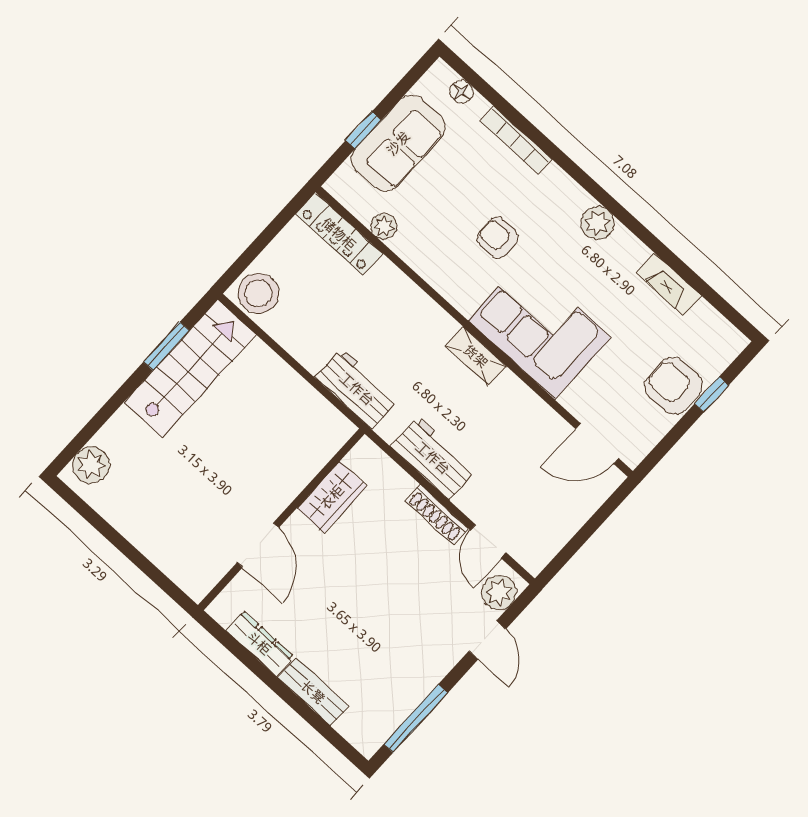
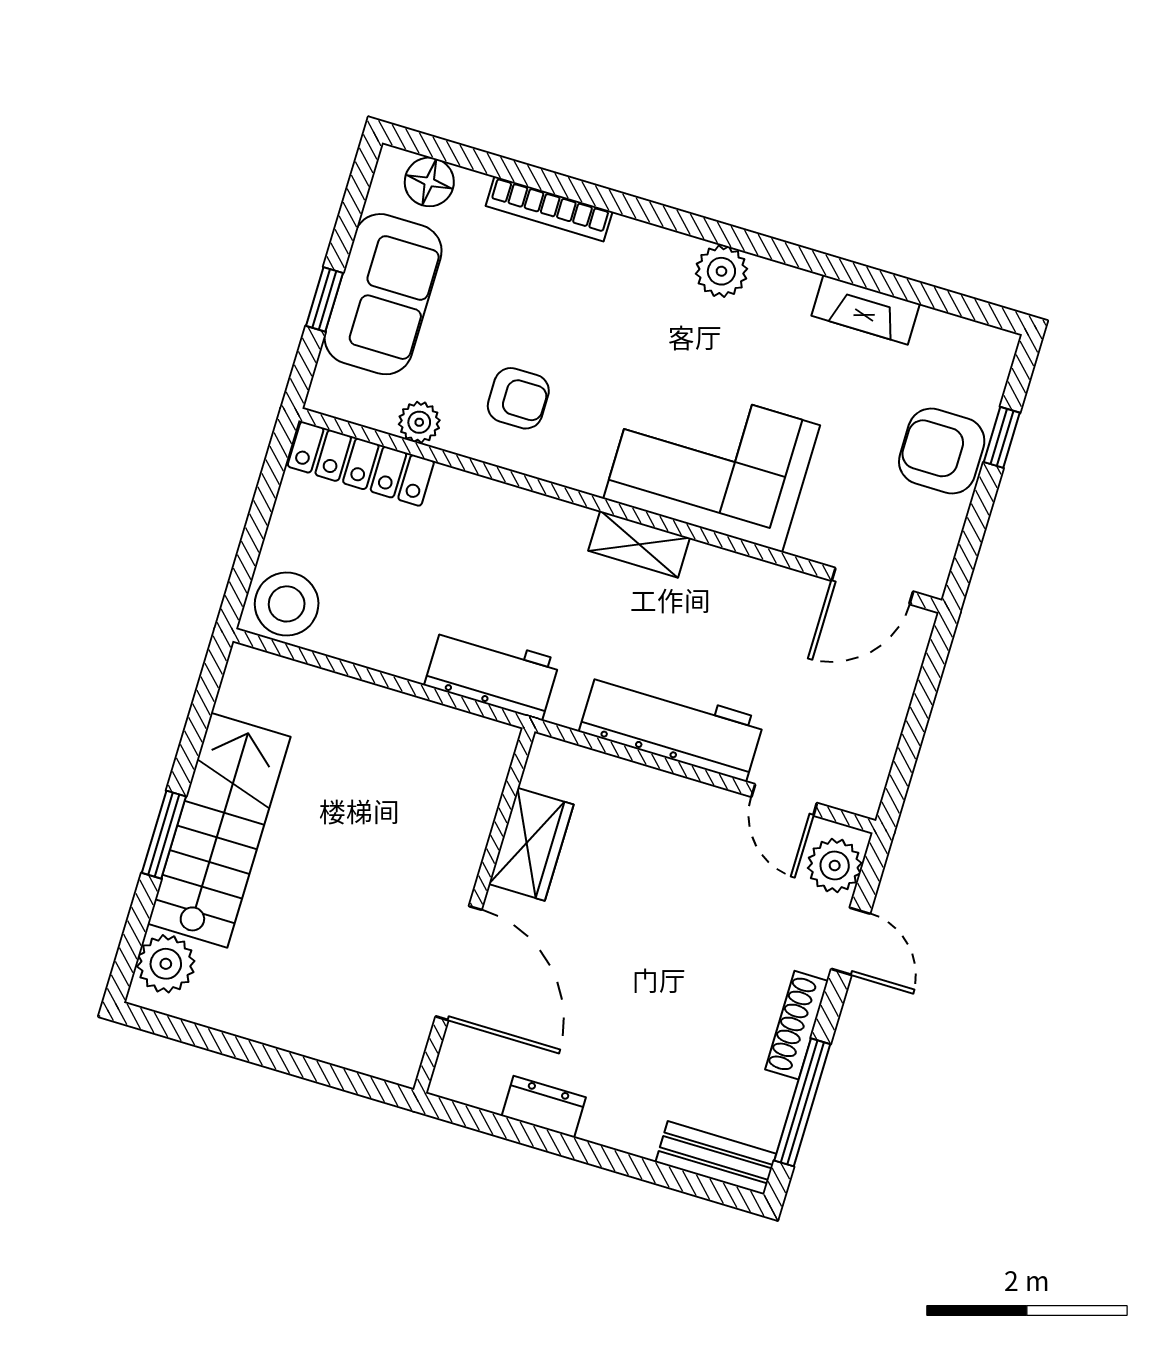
floor lamp: (461, 92) -> (429, 182), width x1.37, depth x1.37
armchair: (498, 238) -> (518, 398), moved, turned 180
window: (166, 346) -> (164, 835), moved
stairs: (190, 369) -> (219, 830), moved
workbench: (433, 458) -> (672, 726), width x1.38
shoe rack: (437, 514) -> (797, 1025), moved, turned 90
door: (258, 545) -> (459, 963), width x1.36
dresser: (259, 643) -> (544, 1107), width x0.70
bench: (313, 692) -> (716, 1158), moved

